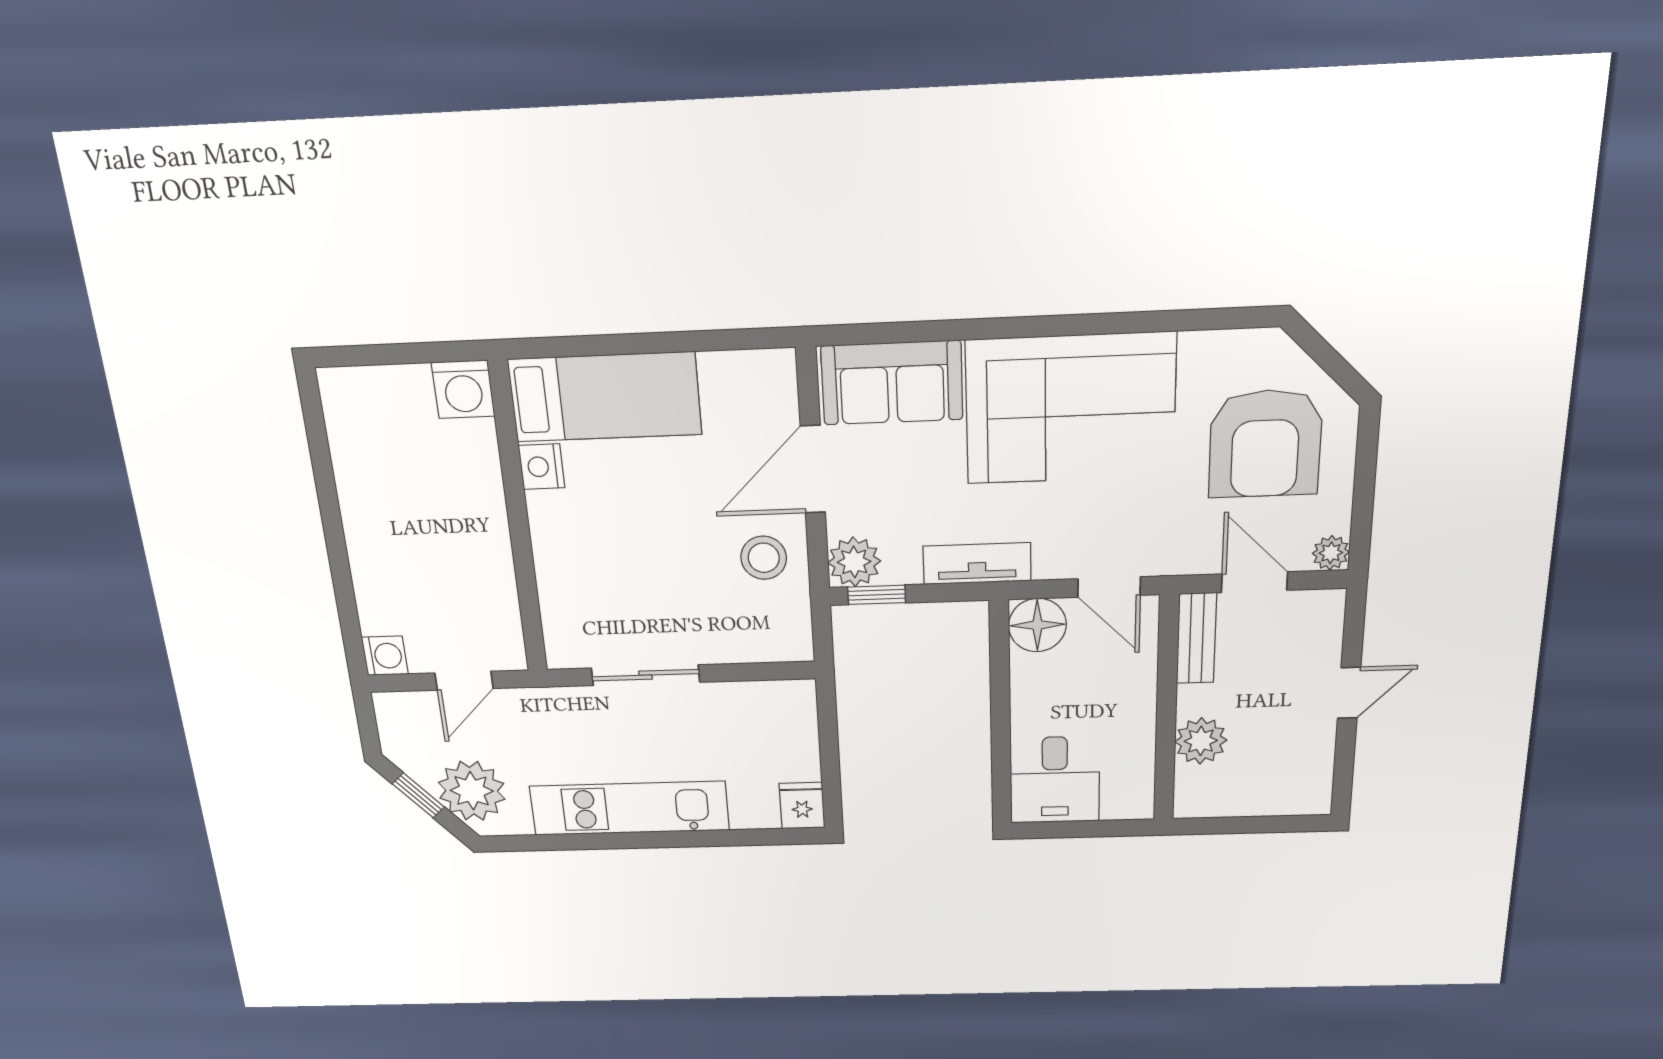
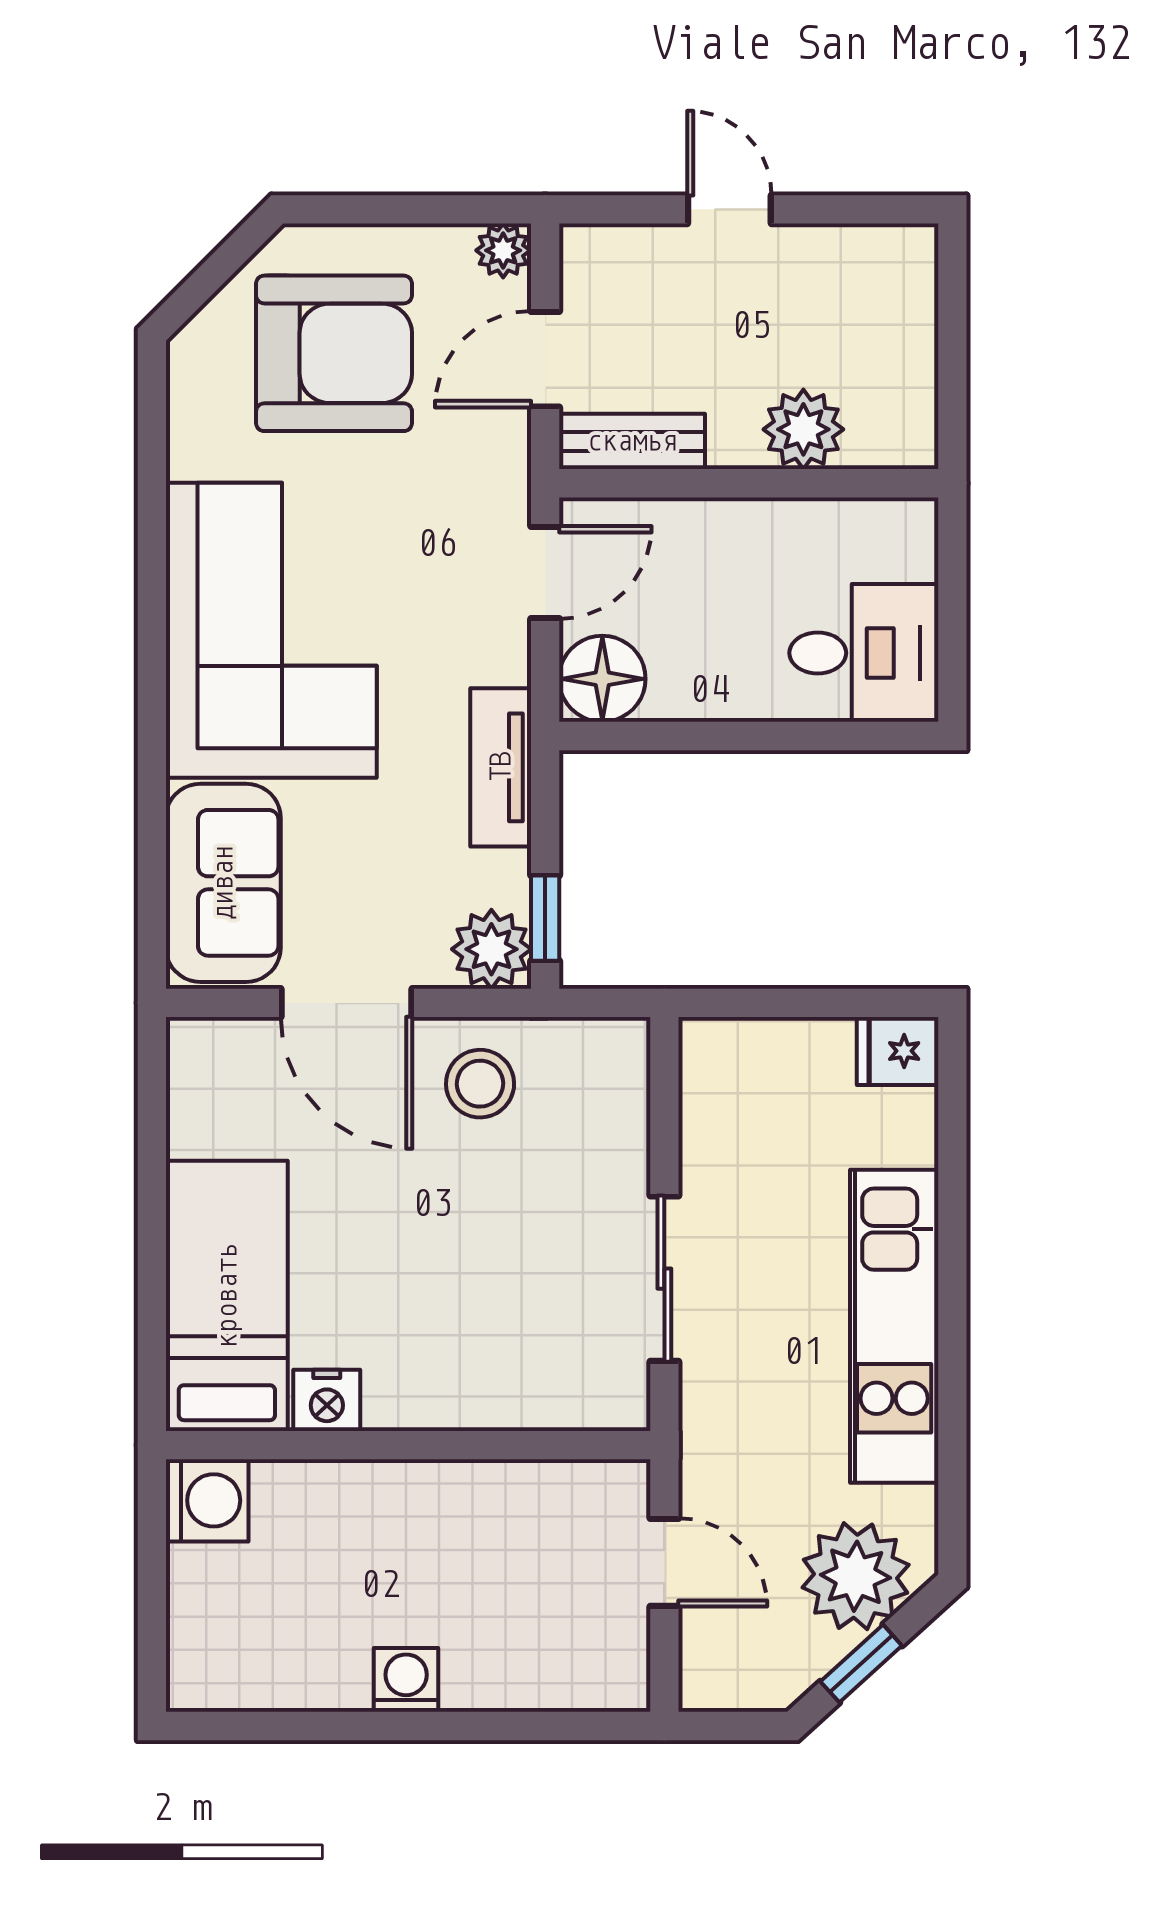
washing machine: (385, 656) -> (406, 1680), moved

